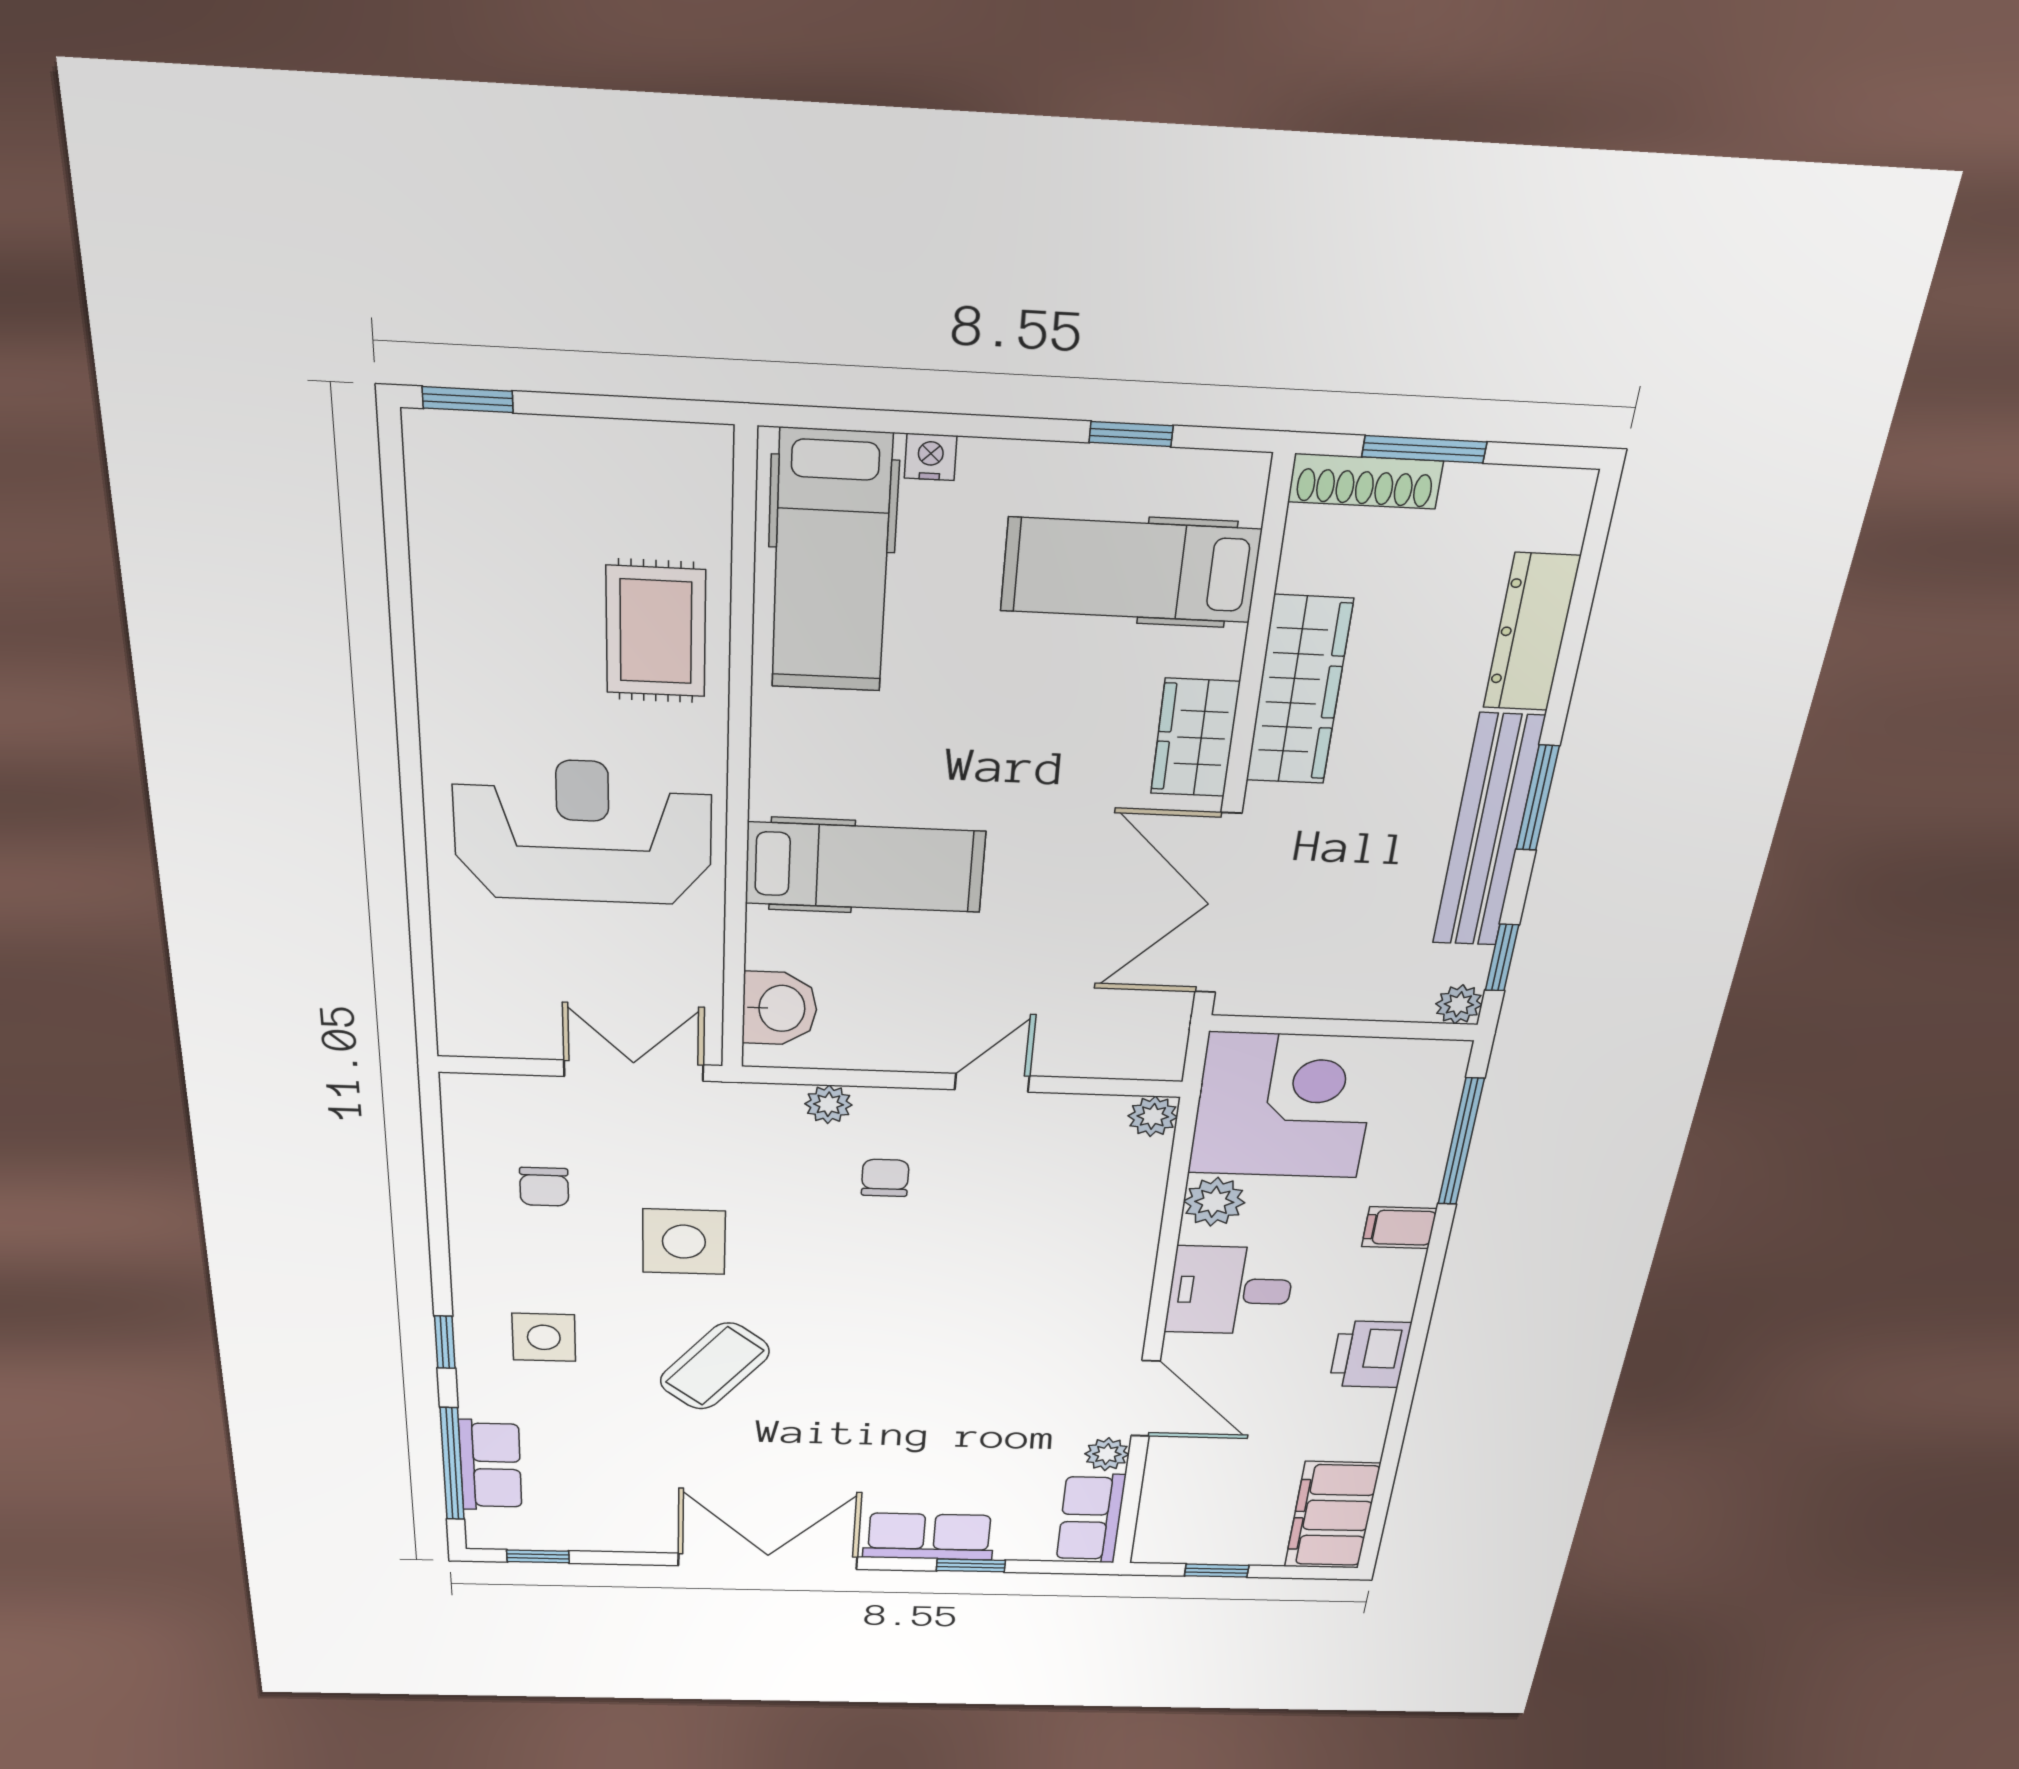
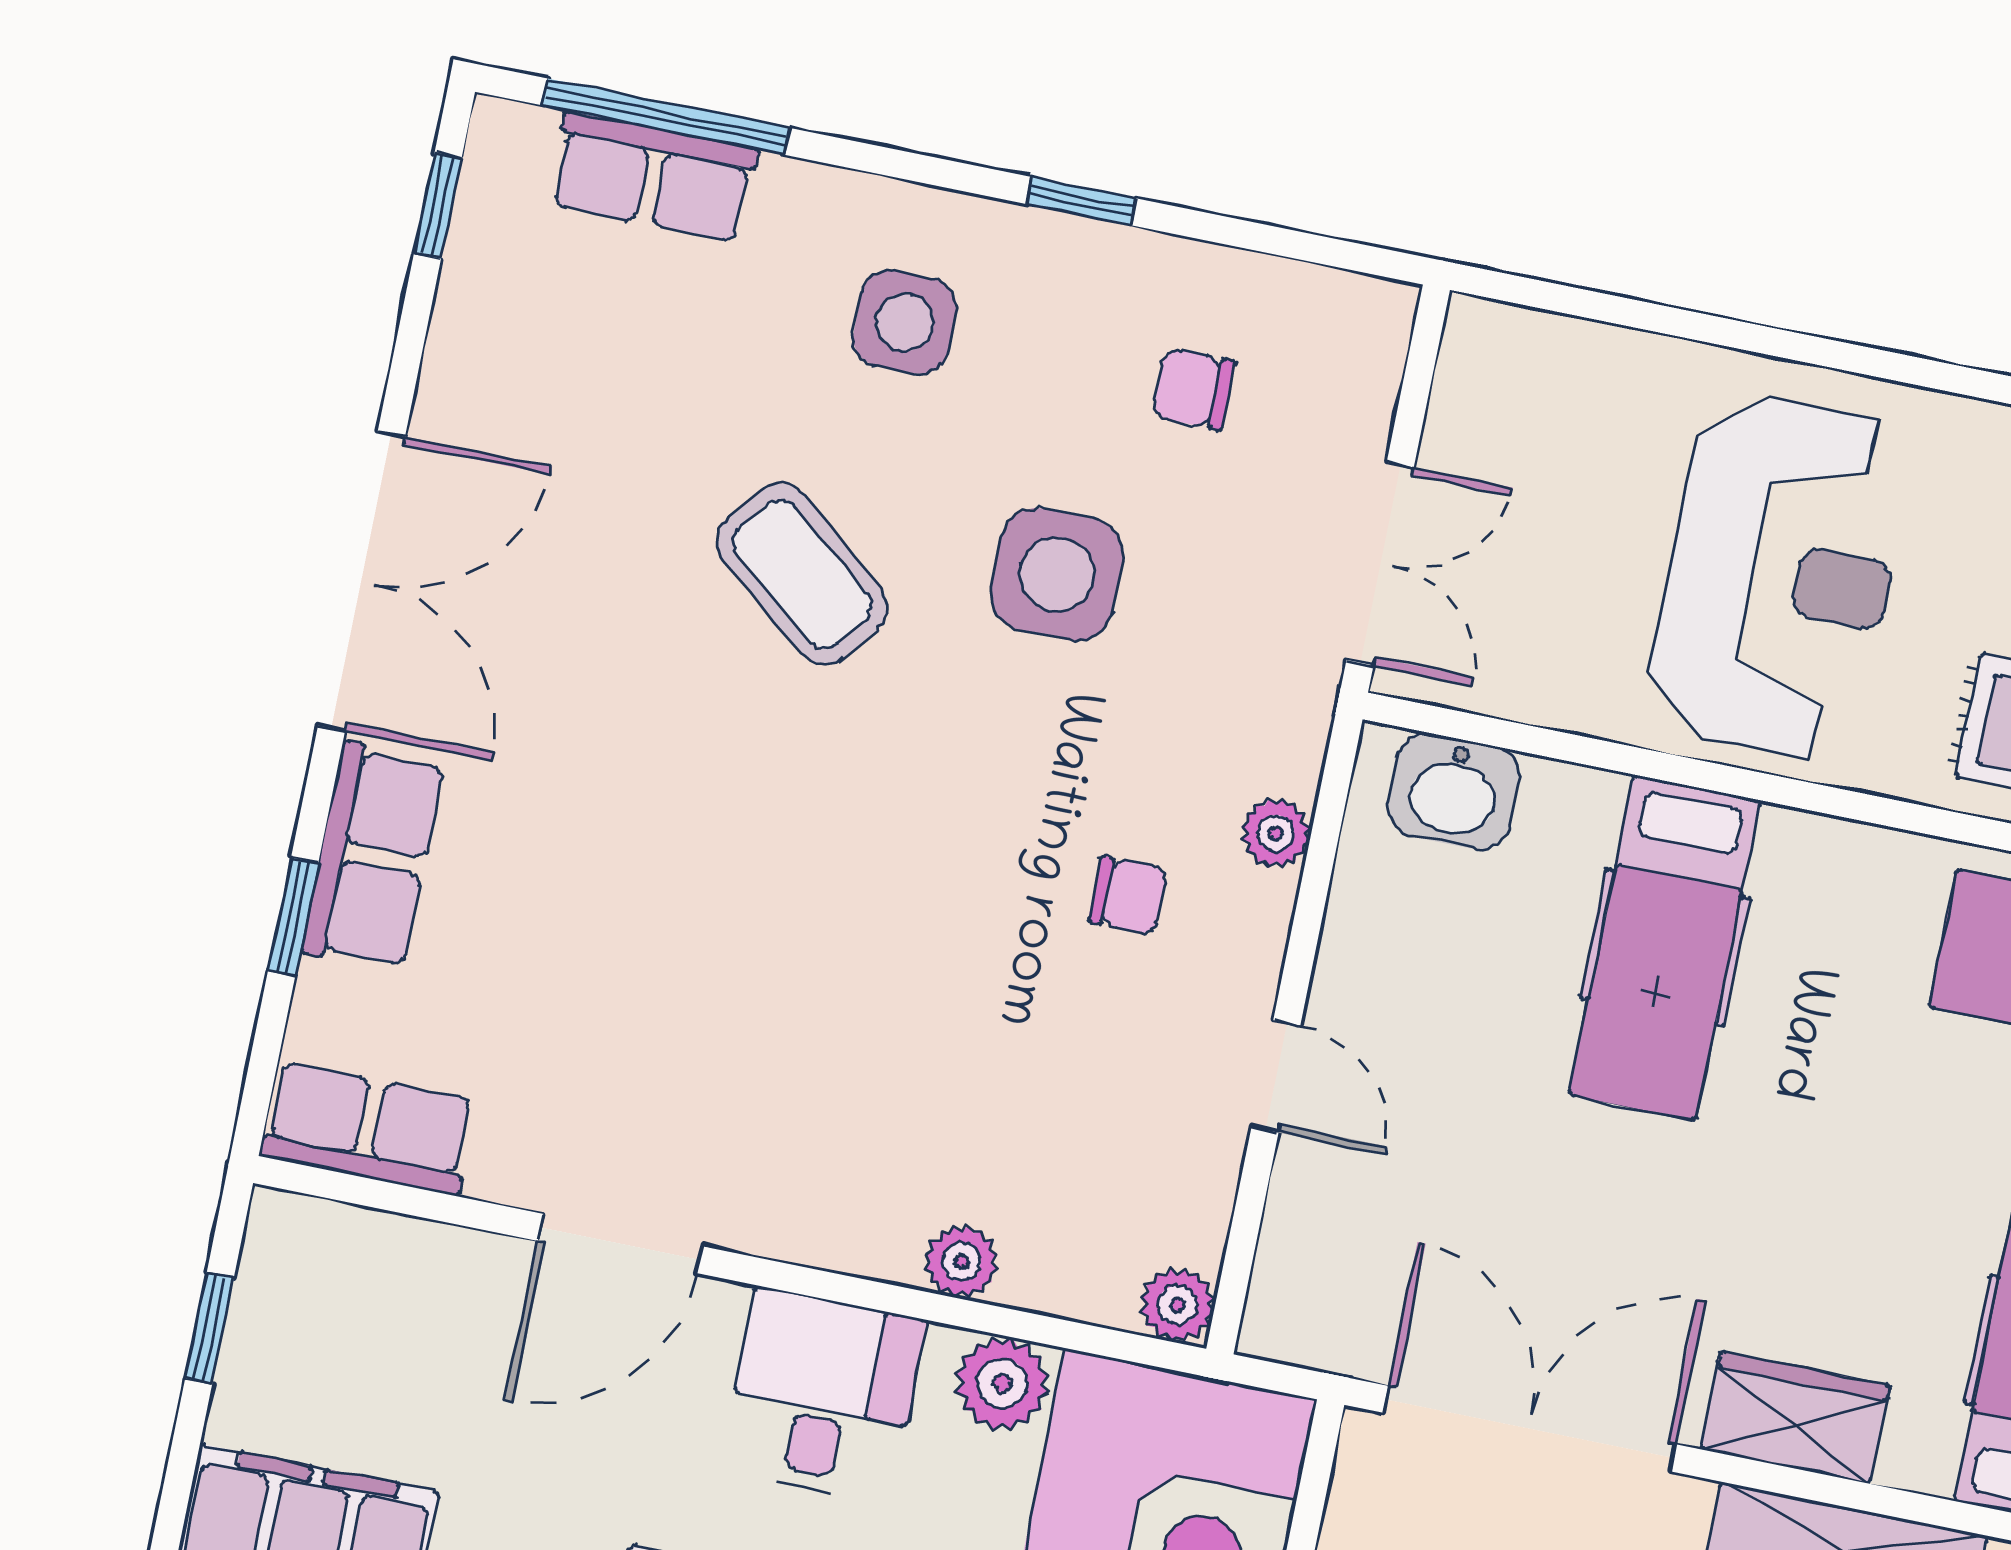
window: (445, 1342) -> (1081, 201), moved
plant: (1107, 1454) -> (961, 1262), moved

